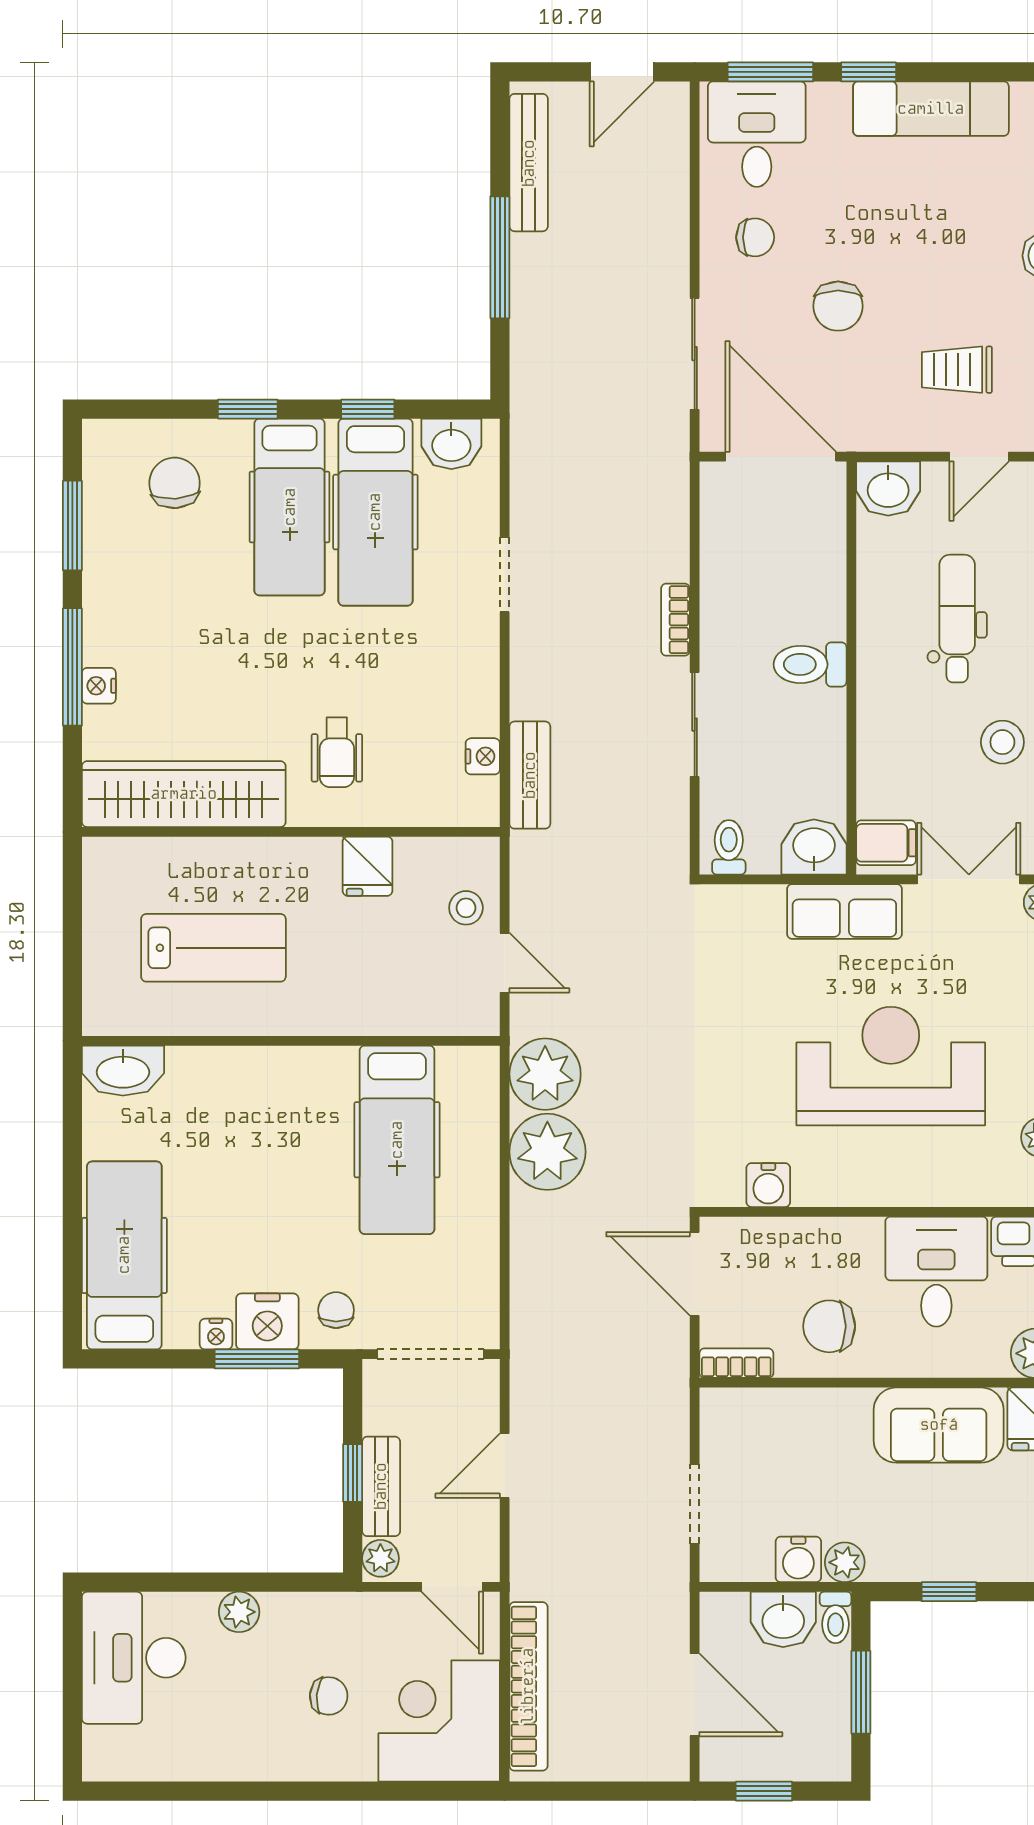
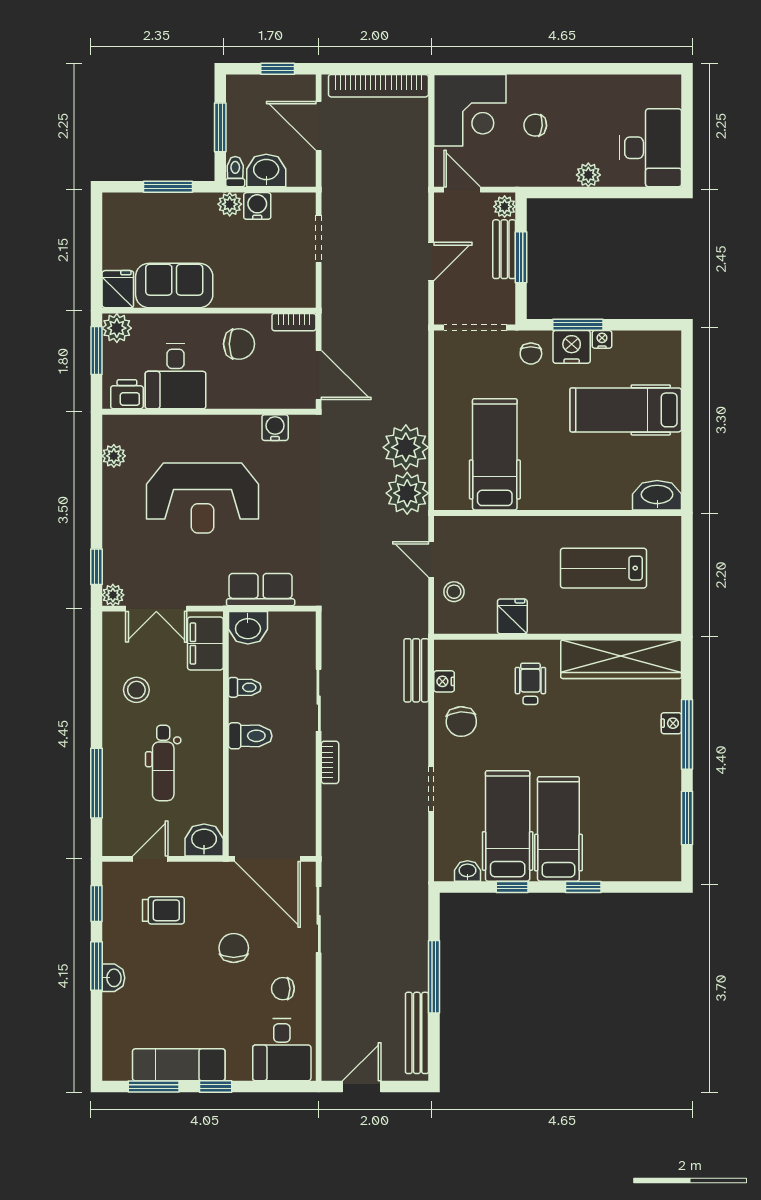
window: (770, 72) -> (154, 1087), moved
washbasin: (451, 444) -> (468, 871), width x0.72, depth x0.69
chair: (175, 483) -> (461, 722), moved
filing cabinet: (886, 843) -> (205, 643), width x2.00
toilet: (729, 847) -> (245, 687), moved, turned -90
row of seats: (844, 912) -> (261, 590), moved
hospital bed: (124, 1255) -> (626, 410), moved, turned 90
window: (353, 1473) -> (521, 257), width x1.50
window: (949, 1592) -> (168, 187), width x1.50
bookcase: (528, 1686) -> (378, 86), moved, turned -90

